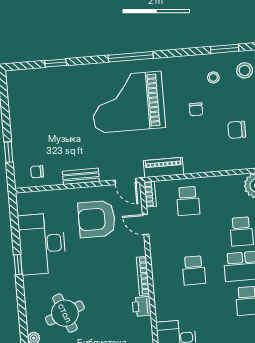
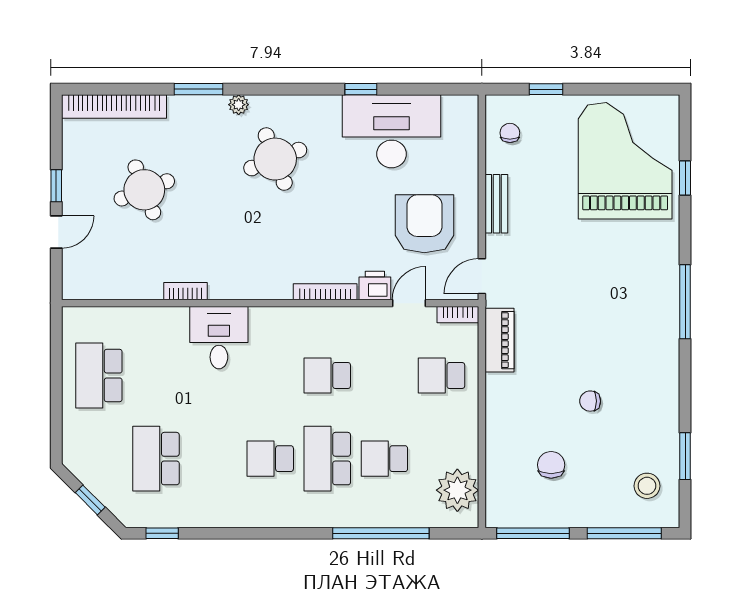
stool: (213, 77) -> (640, 434), removed
grand piano: (128, 102) -> (625, 161), moved
printer: (142, 306) -> (375, 285), moved

